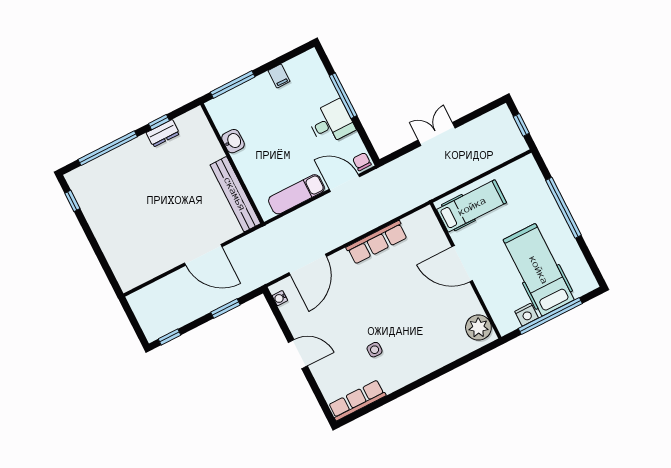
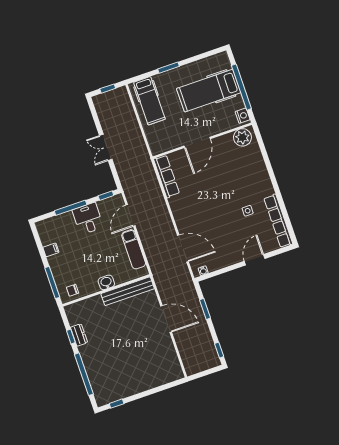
washbasin: (233, 141) -> (106, 282), moved
window: (368, 144) -> (106, 196), added
chair: (362, 162) -> (72, 290), moved
hospital bed: (472, 206) -> (149, 101), moved, turned 180
window: (563, 208) -> (169, 68), width x0.47
row of seats: (377, 242) -> (166, 176), moved
door: (203, 255) -> (166, 319), hinge flipped
nightstand: (527, 315) -> (243, 116), moved
door: (298, 354) -> (255, 260), moved
row of seats: (357, 400) -> (278, 221), width x1.36

